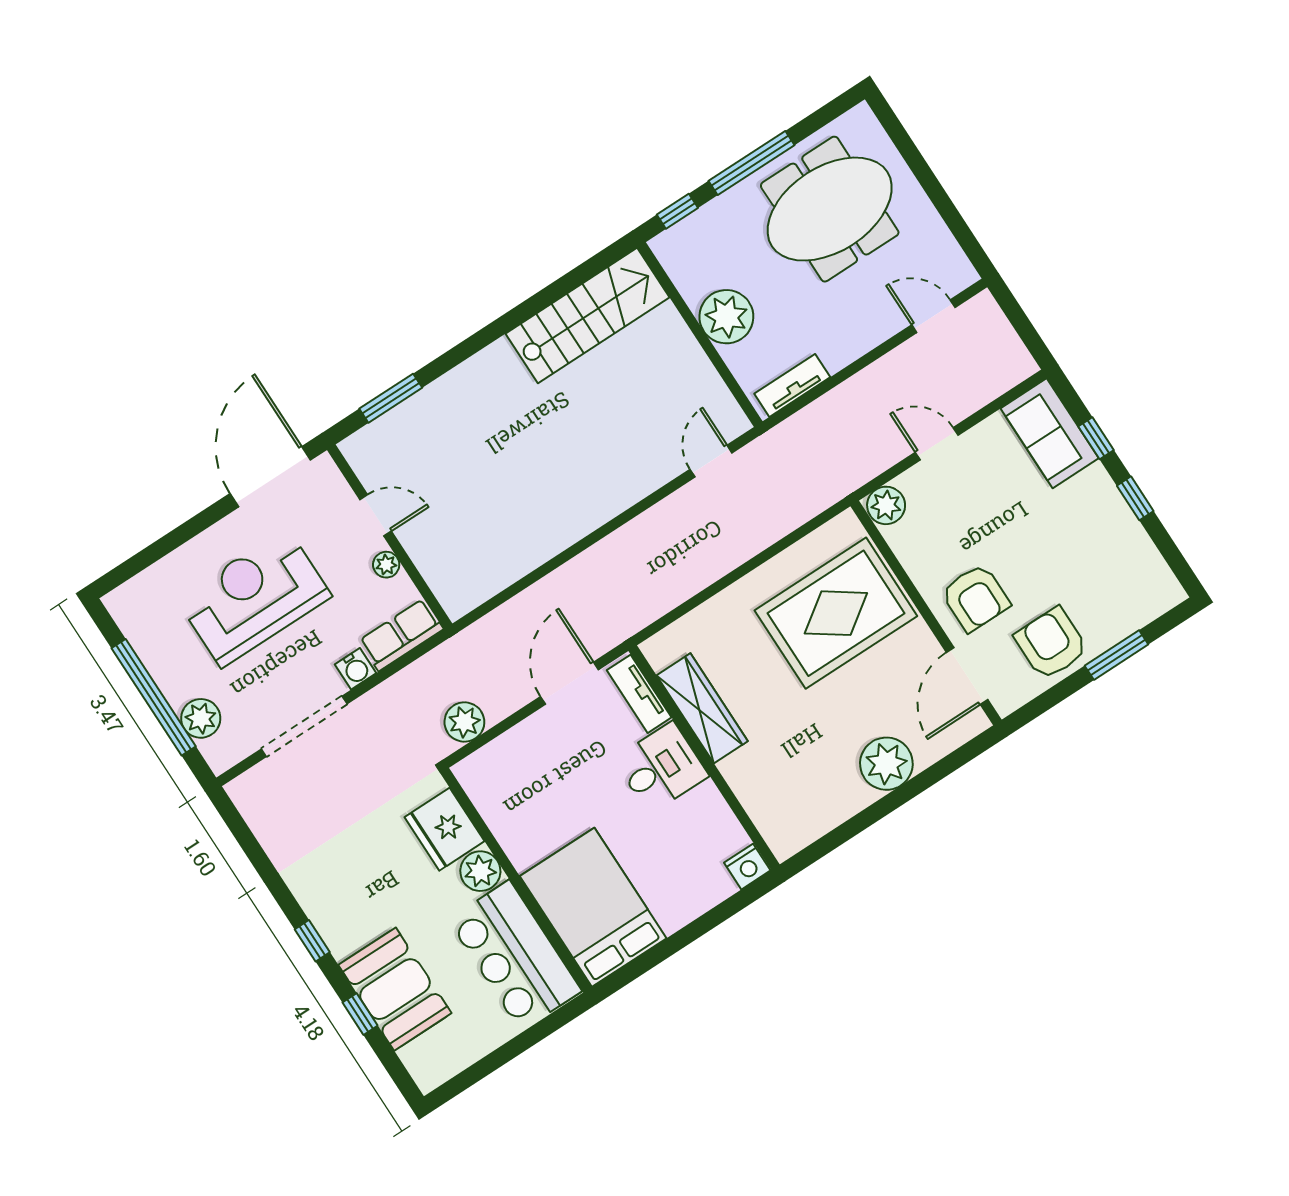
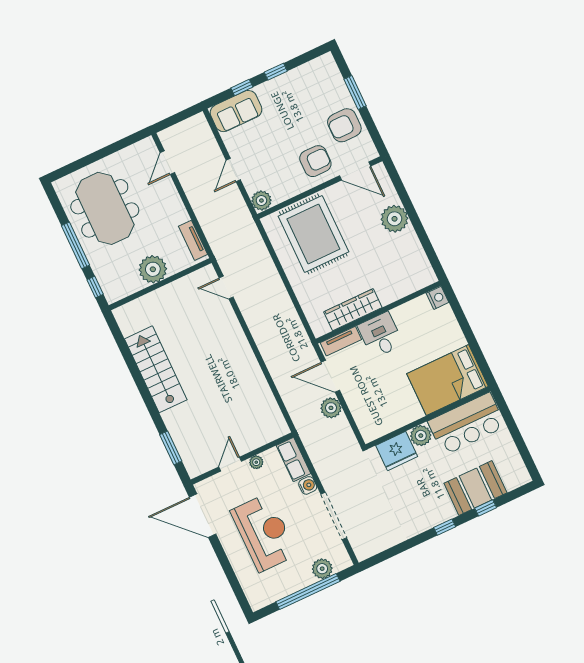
stairs: (587, 316) -> (156, 369), moved
reception desk: (254, 598) -> (264, 533), turned 180
plant: (464, 722) -> (331, 408), moved

